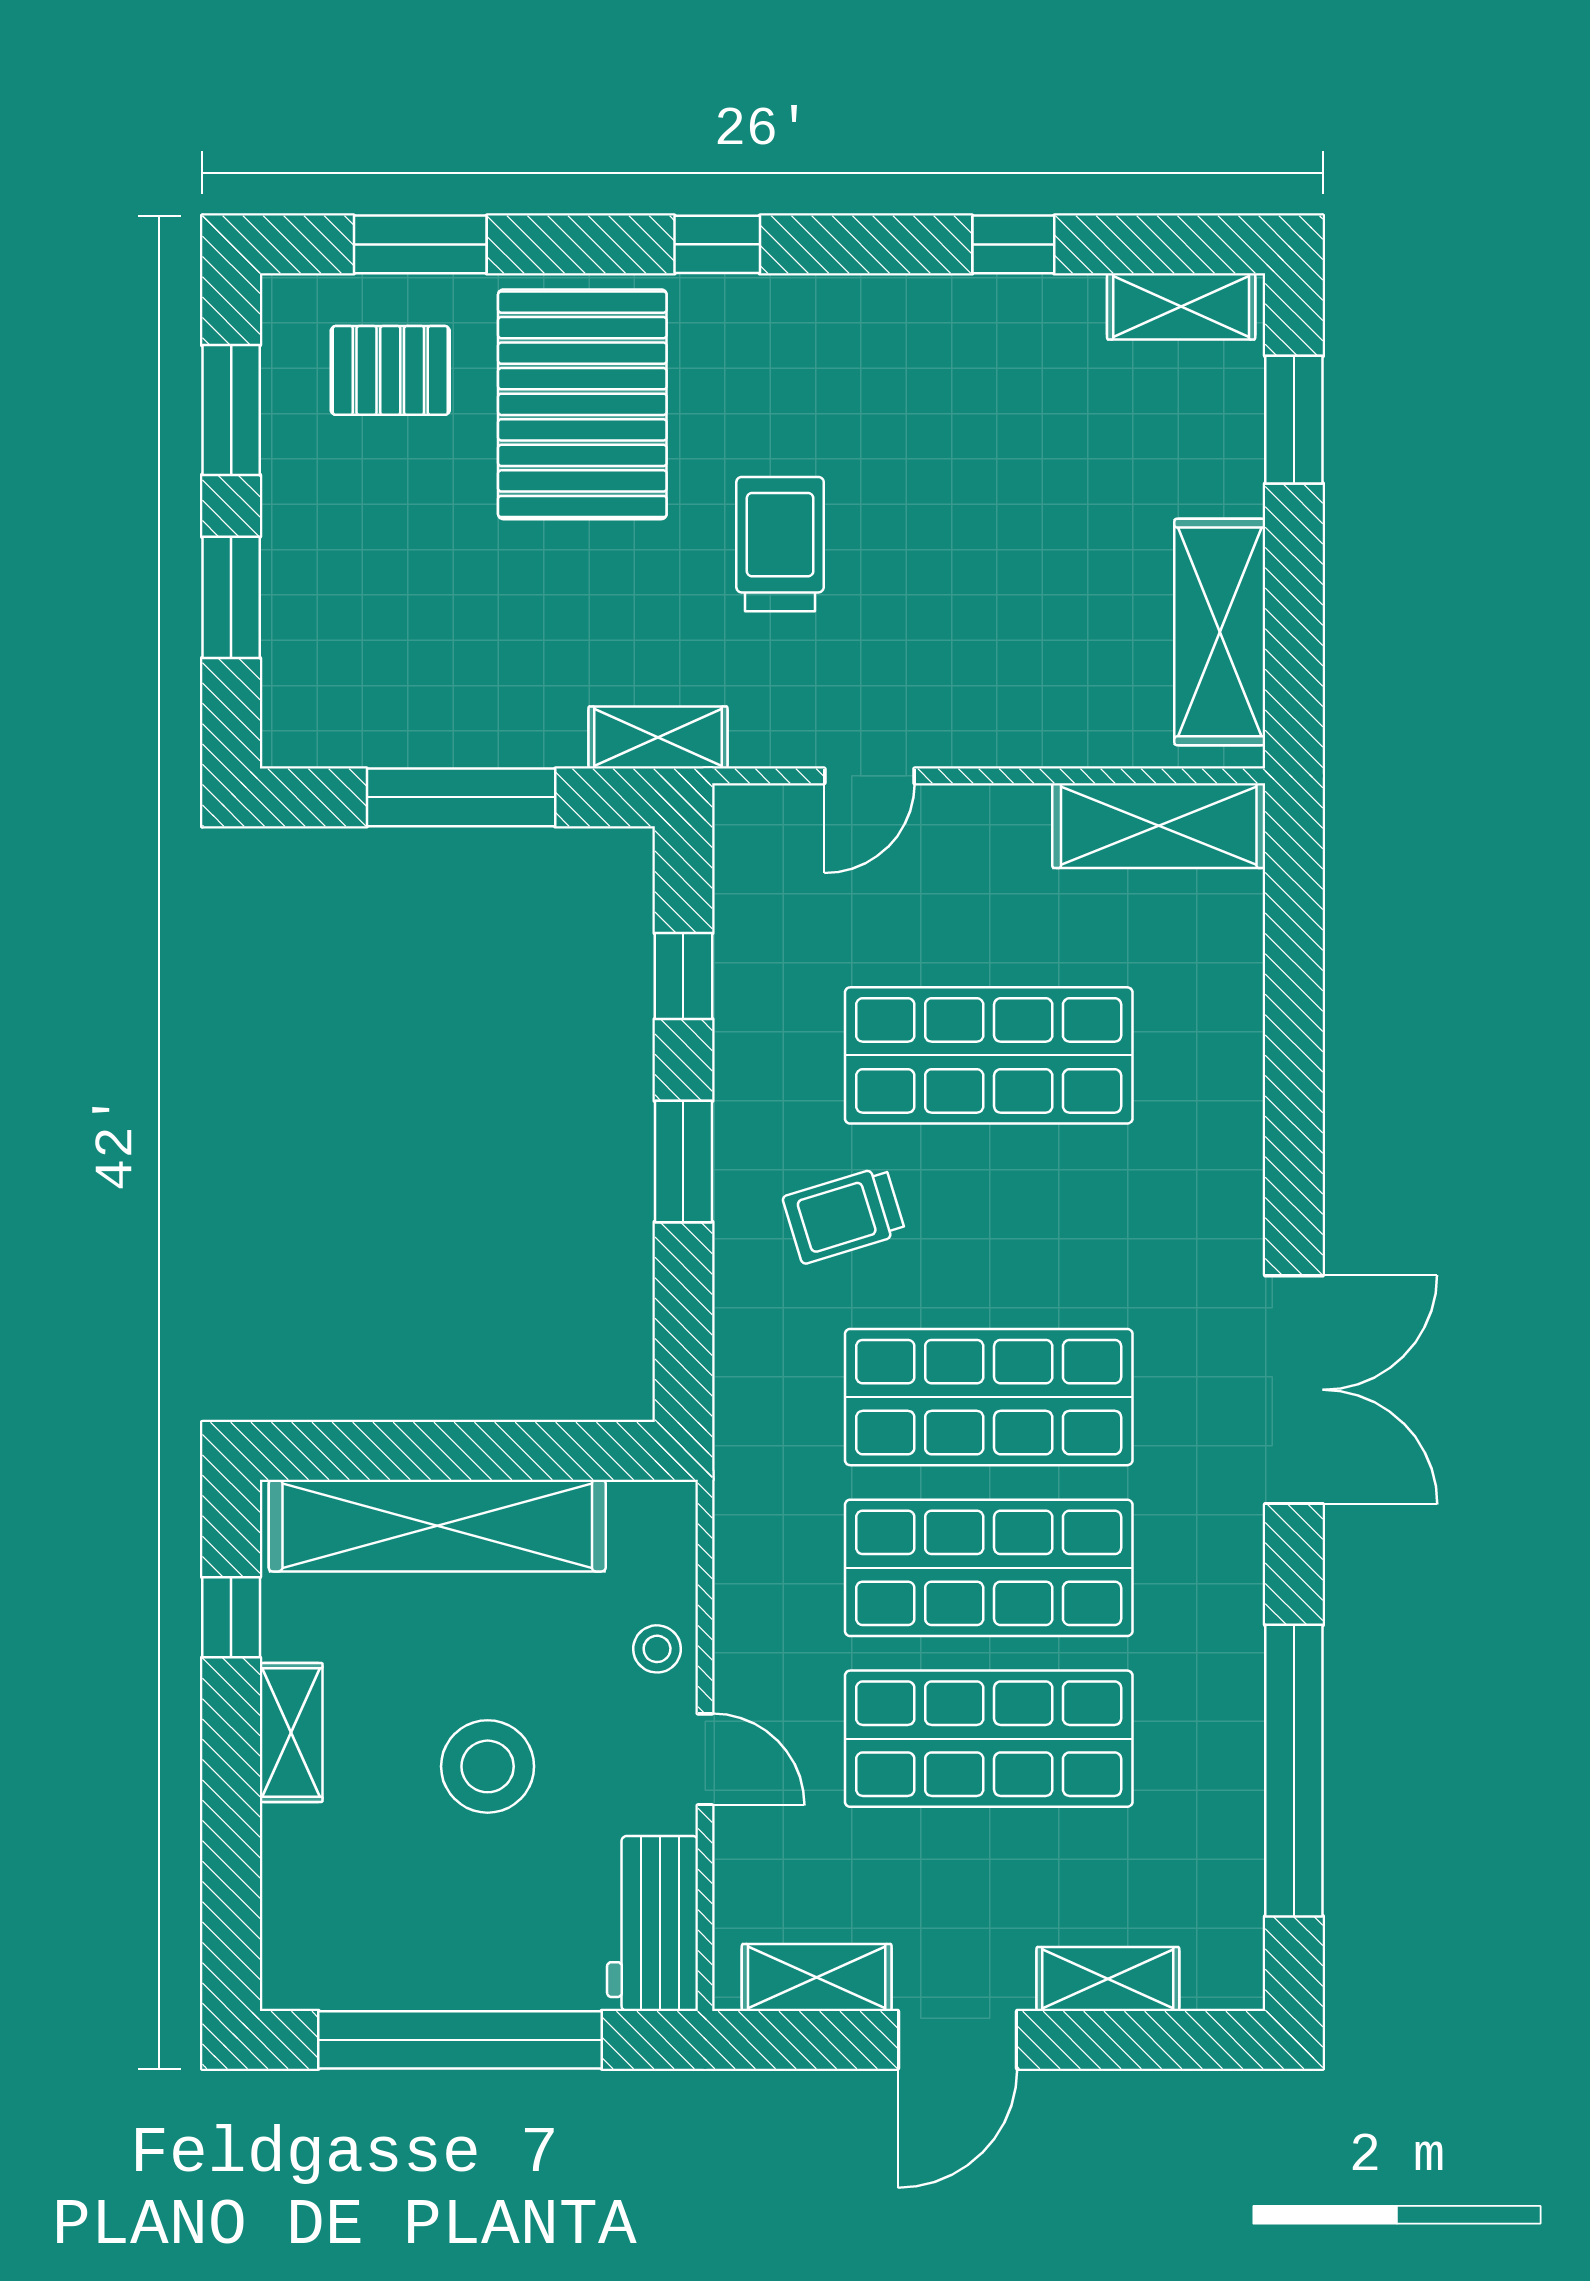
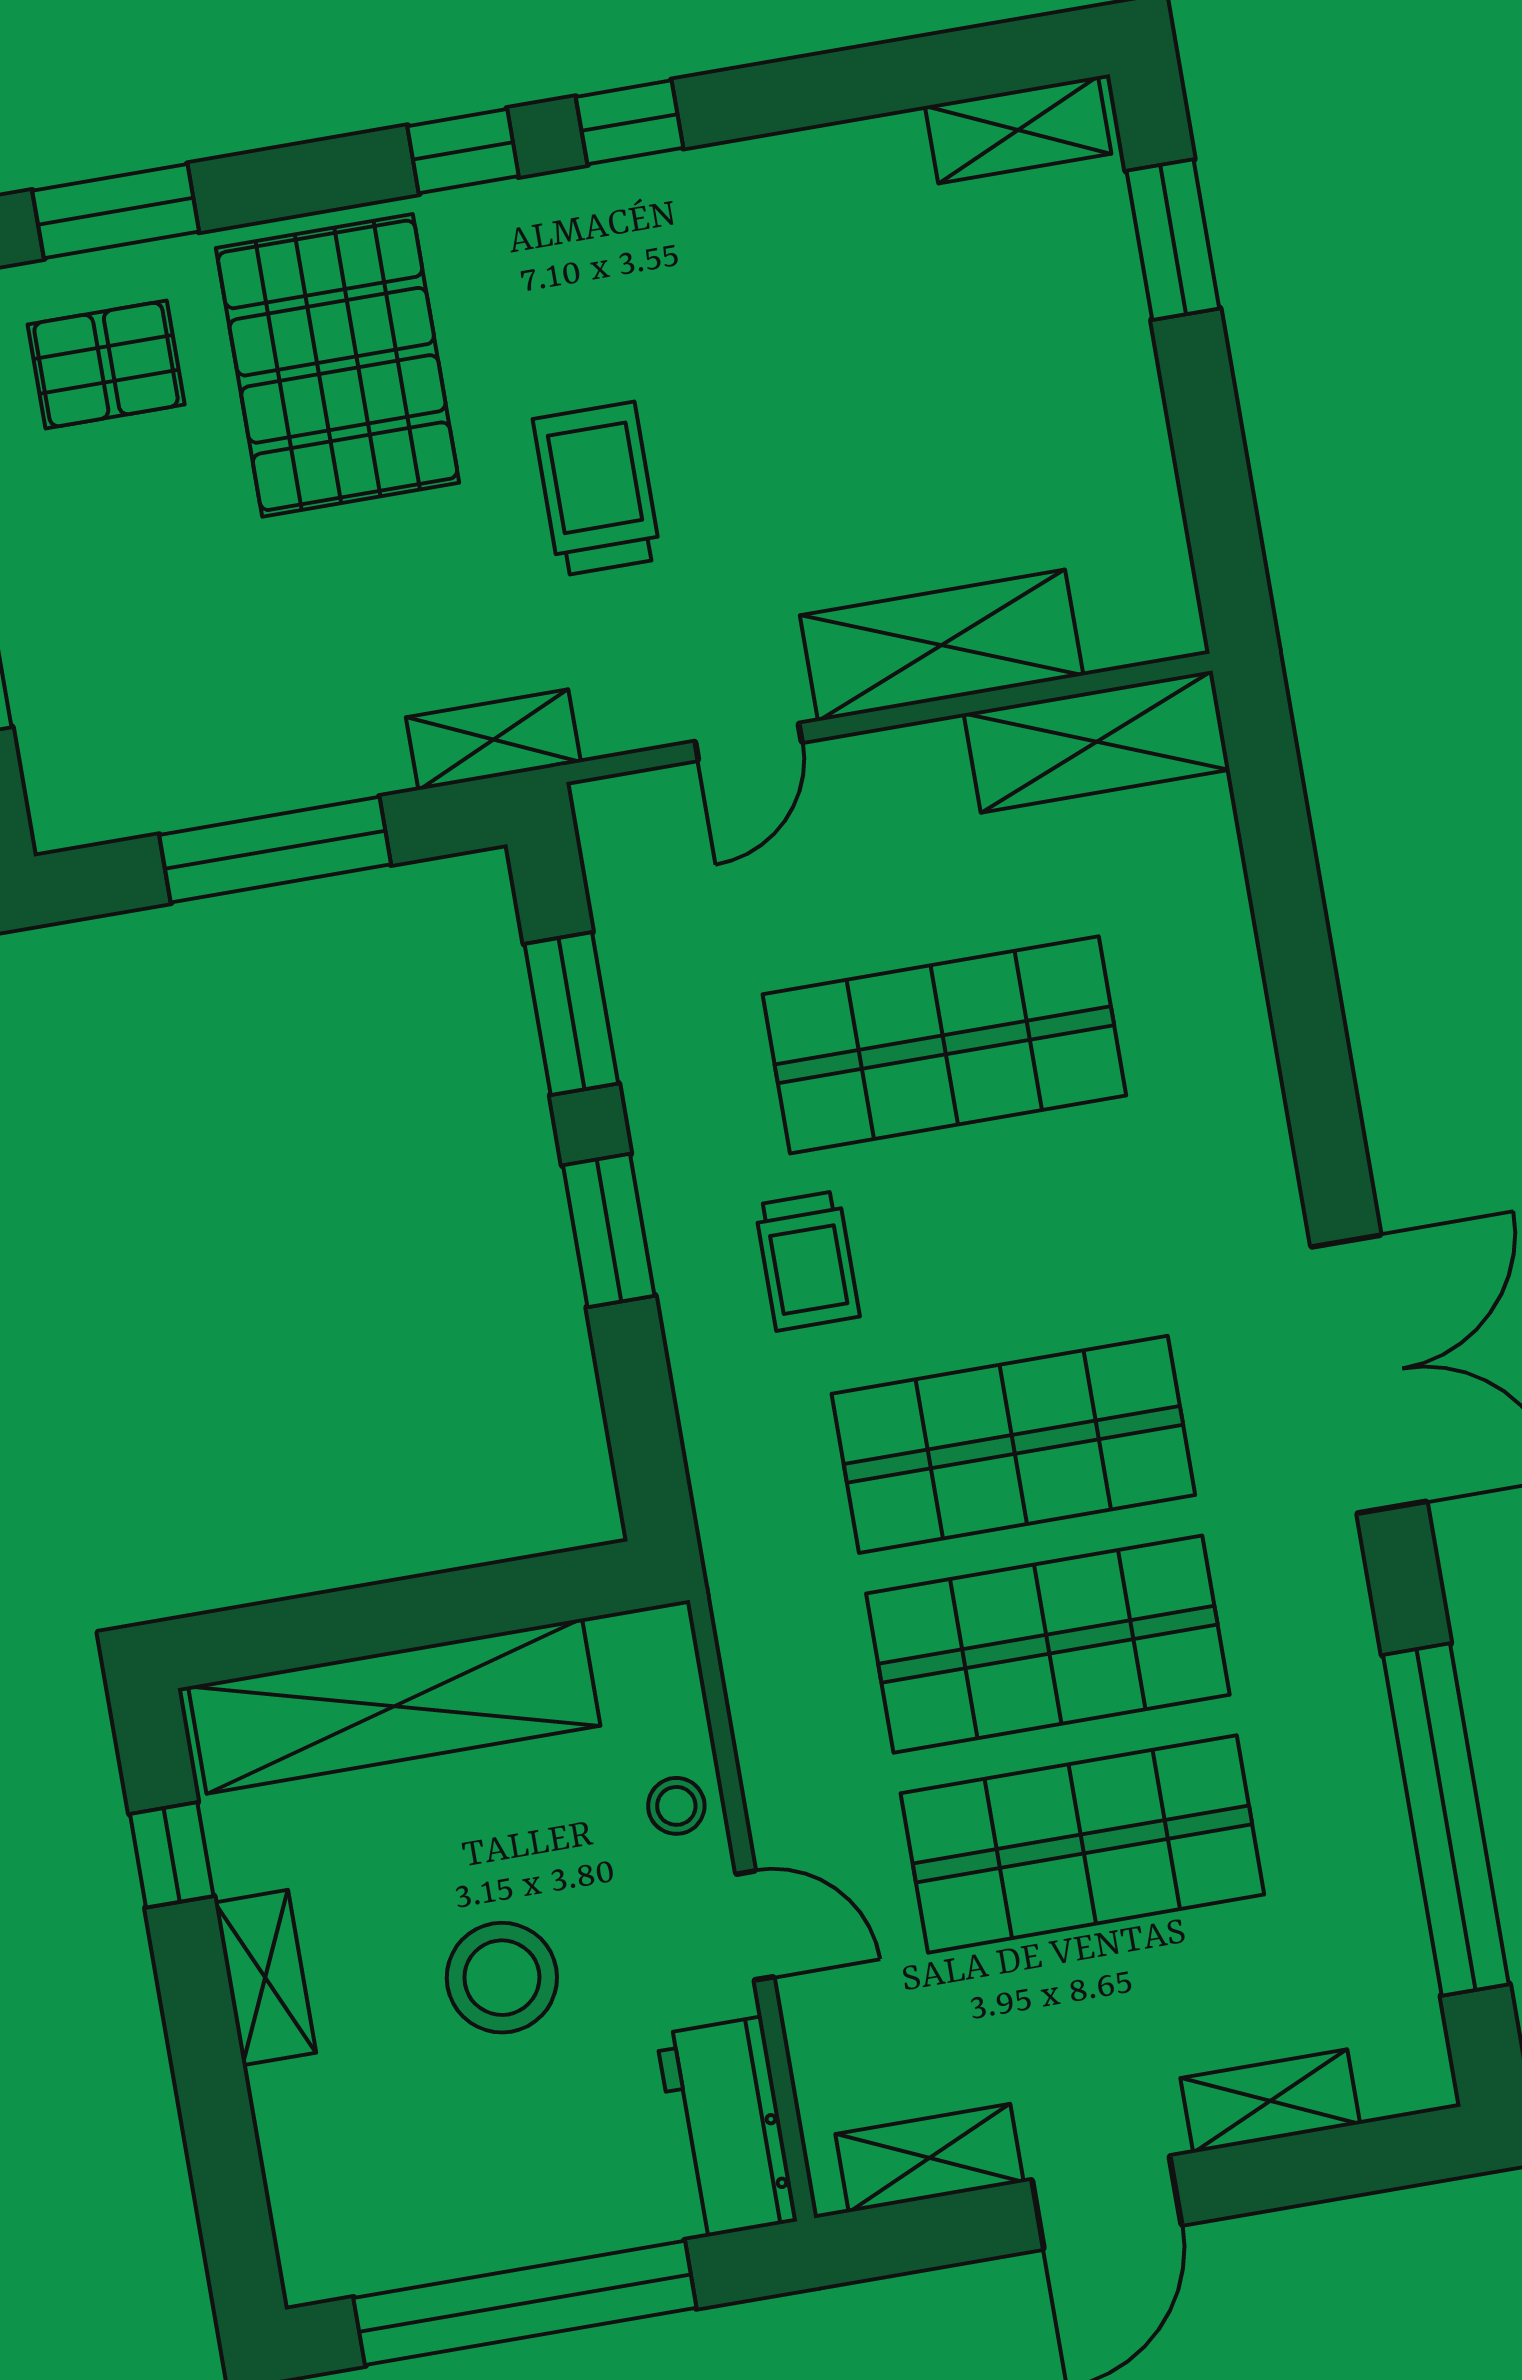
window: (1013, 244) -> (630, 122), moved
shelving: (1220, 632) -> (942, 645), moved, turned 90
window: (683, 976) -> (571, 1014), width x1.50
trolley: (844, 1215) -> (807, 1261), turned -73

